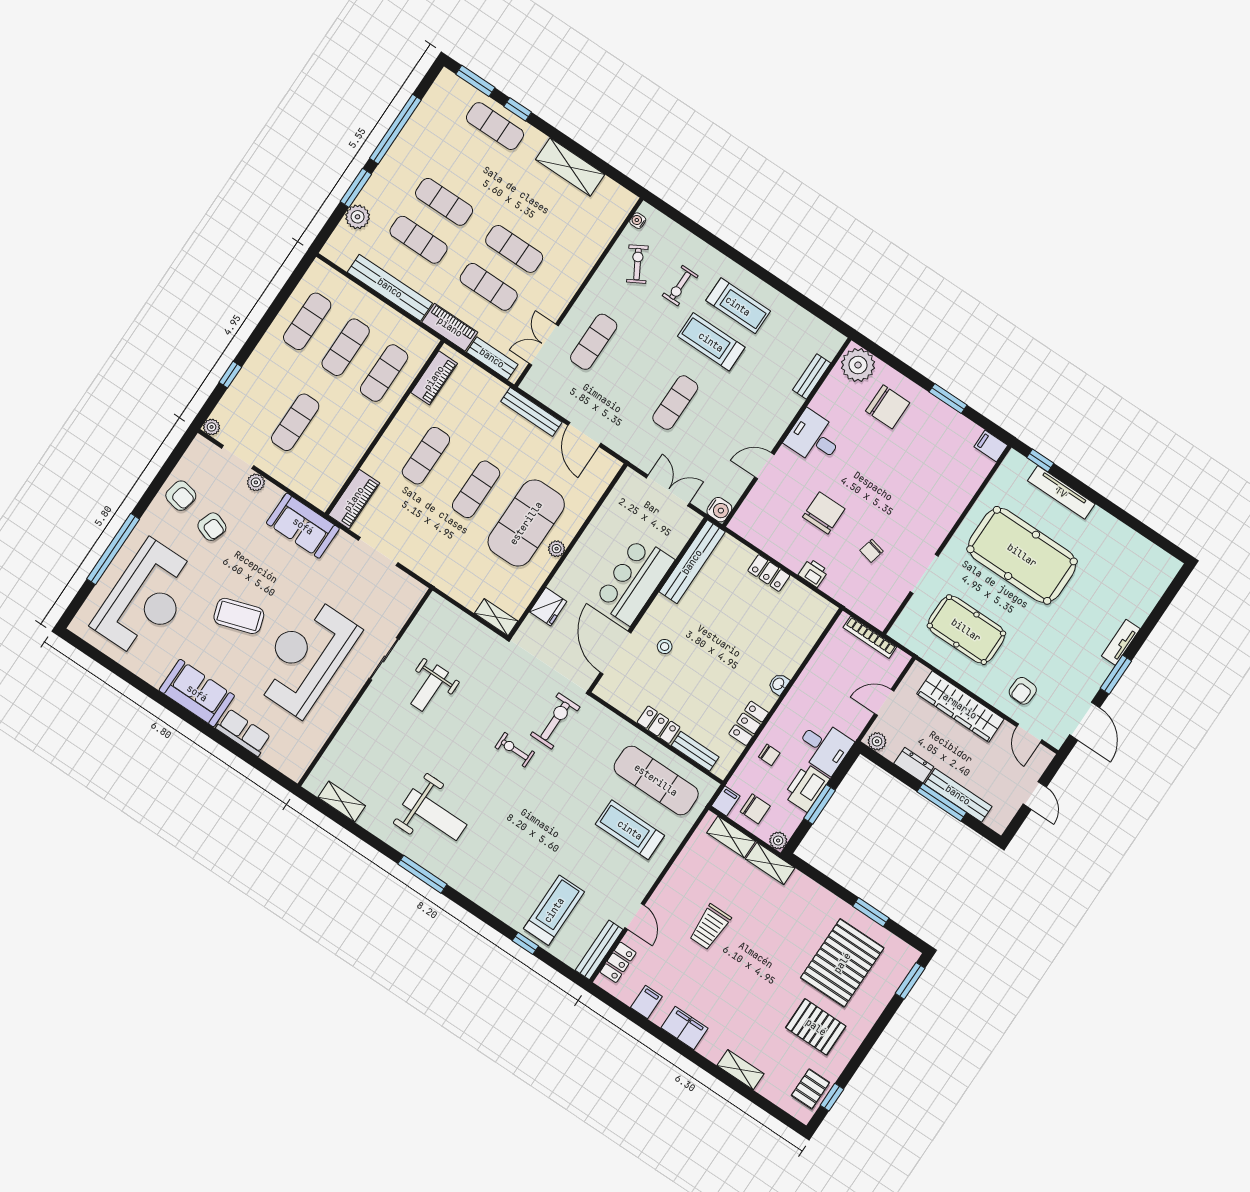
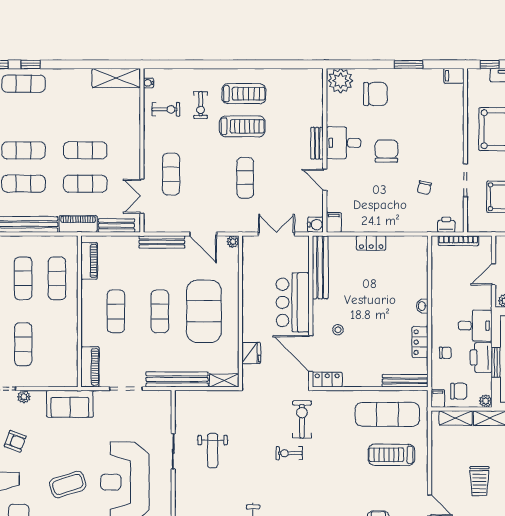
shelving: (570, 167) -> (116, 78), moved
exercise bike: (637, 264) -> (166, 109), turned 120
treadmill: (711, 342) -> (242, 126), turned 180
bench: (812, 376) -> (317, 143), moved
door: (764, 466) -> (325, 180), hinge flipped
chair: (824, 513) -> (386, 151), moved
filing cabinet: (742, 521) -> (334, 222), added
plant: (557, 549) -> (233, 242), moved
printer: (813, 573) -> (446, 225), moved
bench: (444, 580) -> (177, 379), added
locker: (659, 725) -> (327, 380), moved
bench: (695, 751) -> (405, 381), width x1.36

